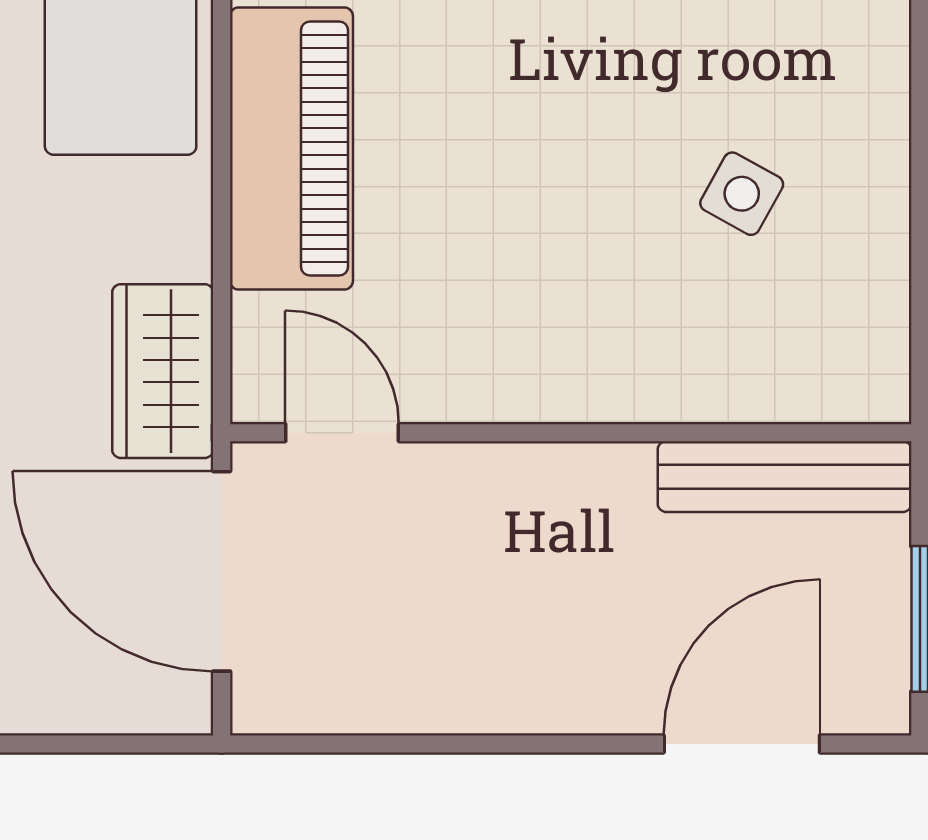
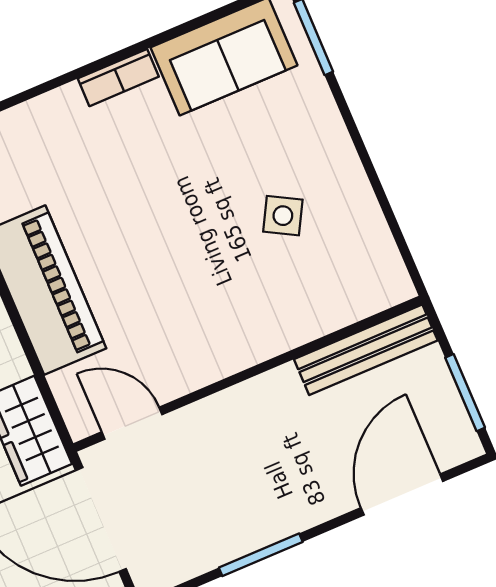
window: (463, 744) -> (261, 555), added

